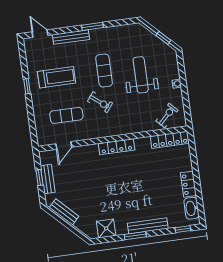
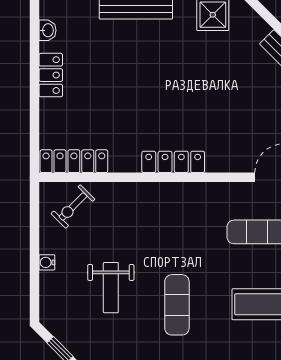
weight bench: (141, 75) -> (111, 288), width x0.73, depth x0.75
exercise bike: (100, 102) -> (192, 248), removed
washbasin: (191, 208) -> (48, 30), width x0.52, depth x0.69

